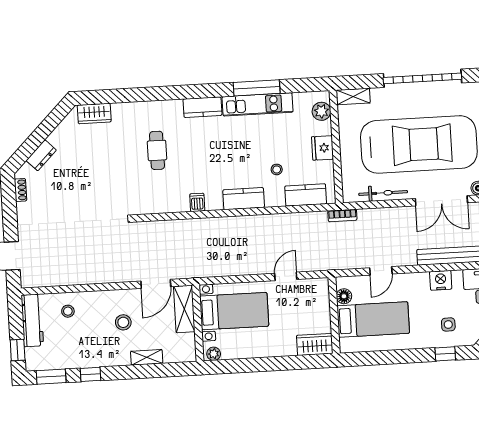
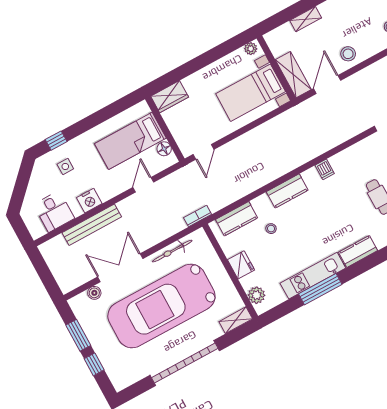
door: (286, 276) -> (203, 152), moved
stool: (123, 322) -> (348, 54), moved

